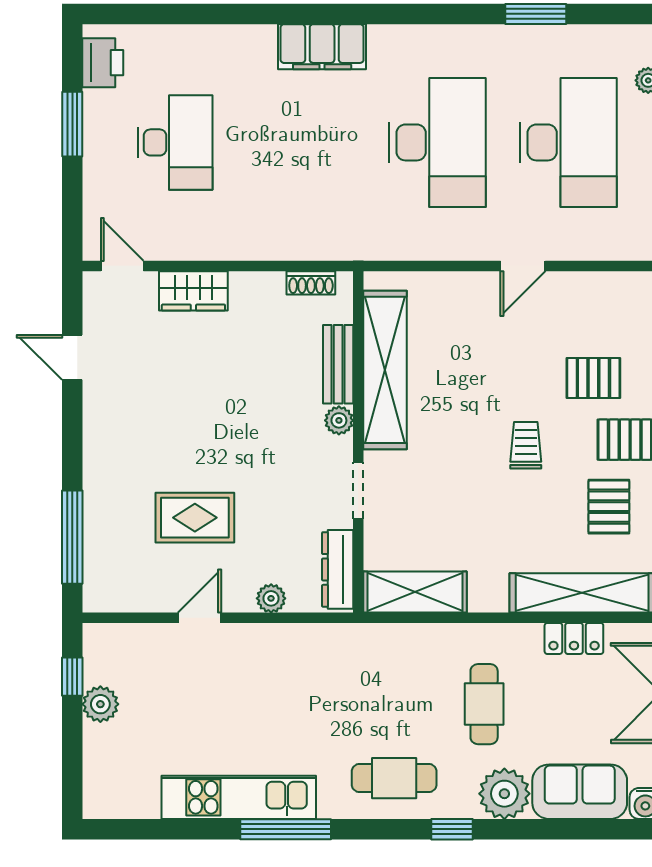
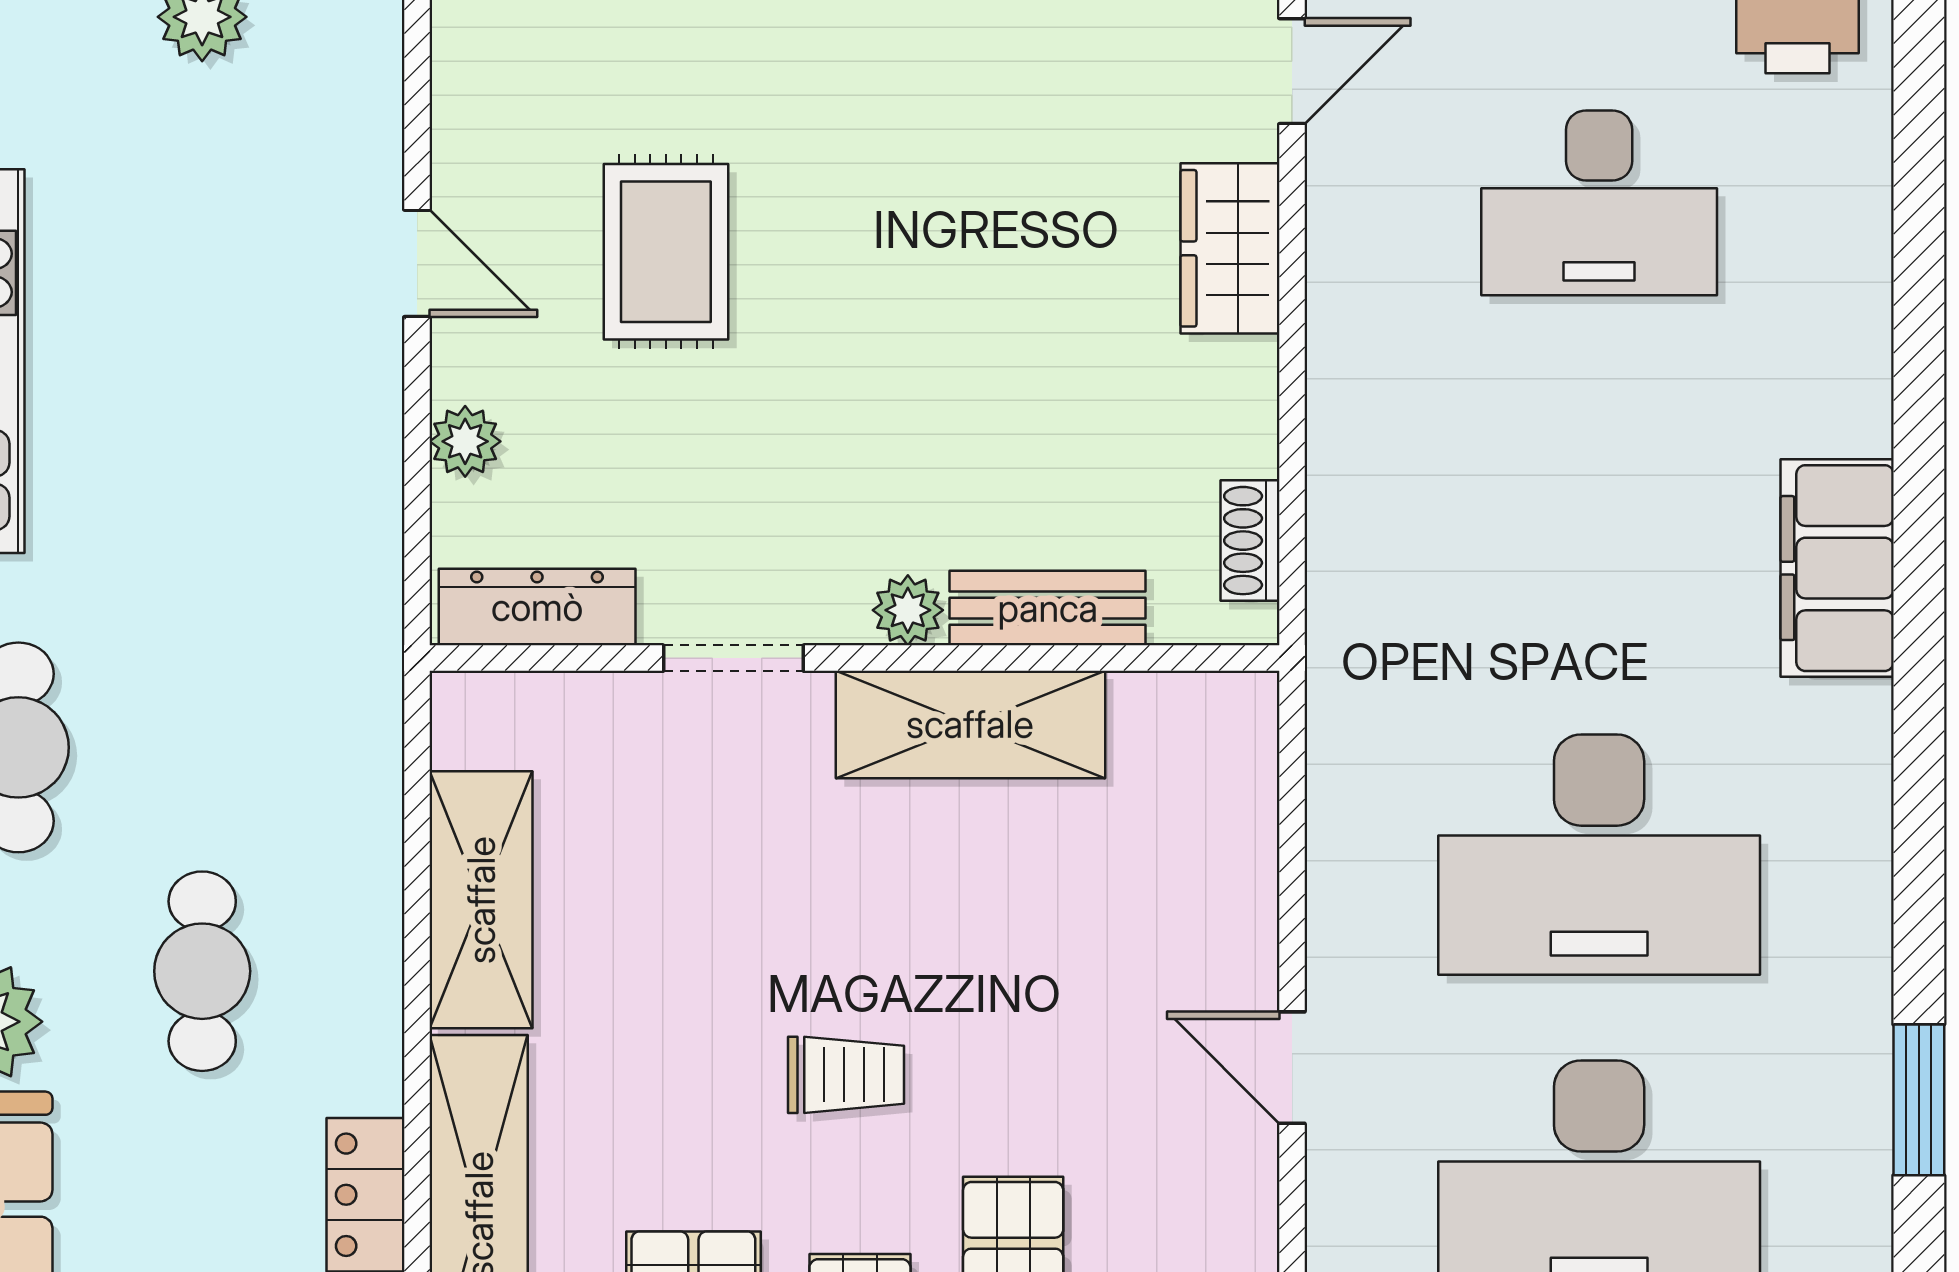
shelving: (385, 370) -> (970, 724), width x0.68
shelving: (415, 592) -> (481, 900), moved
cafe table: (484, 704) -> (202, 971), turned 90

